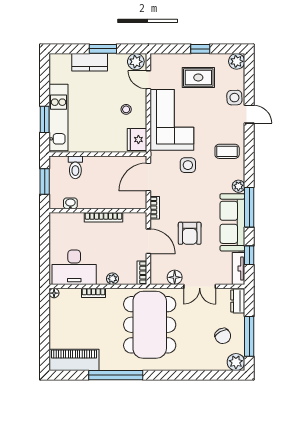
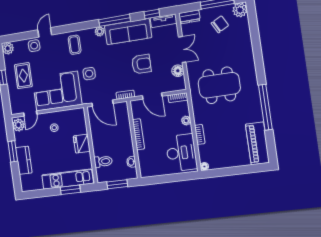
fridge: (137, 140) -> (82, 144), moved, turned 90
door: (148, 241) -> (152, 96), swing flipped
dining table: (150, 325) -> (219, 85), width x0.73, depth x0.80

